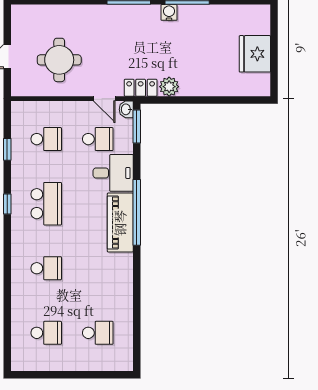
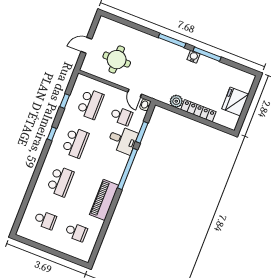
locker: (141, 88) -> (198, 111), moved, width x1.53
window: (137, 127) -> (142, 132), moved
school desk: (46, 139) -> (90, 104), width x1.85
piano: (120, 223) -> (104, 200), moved
school desk: (46, 268) -> (60, 181), width x1.85

